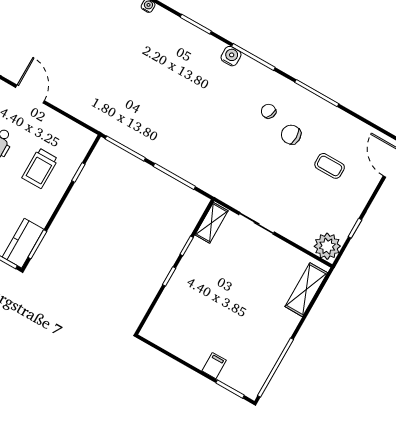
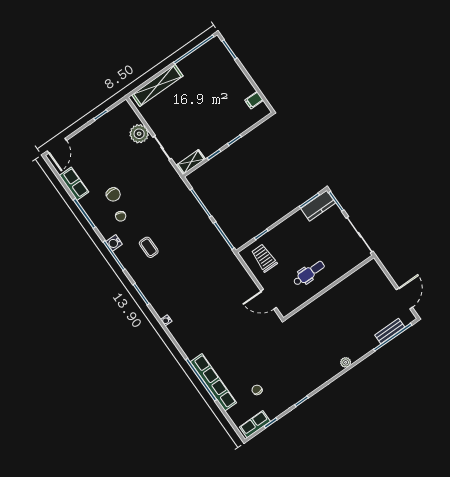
water cooler: (231, 56) -> (114, 243), moved
door: (30, 94) -> (269, 299), hinge flipped
row of seats: (348, 125) -> (74, 184), added
coffee table: (330, 166) -> (149, 247), moved
trolley: (40, 168) -> (264, 258), moved, turned -90
plant: (327, 246) -> (139, 134), moved
shelving: (306, 290) -> (157, 85), width x1.47
filing cabinet: (214, 366) -> (254, 100), moved

